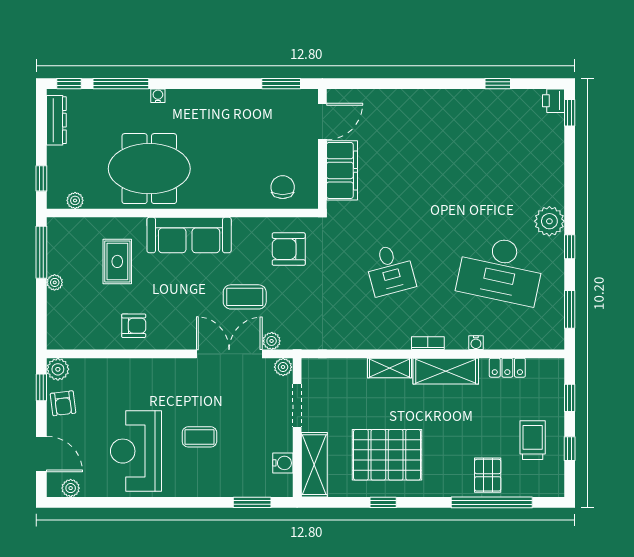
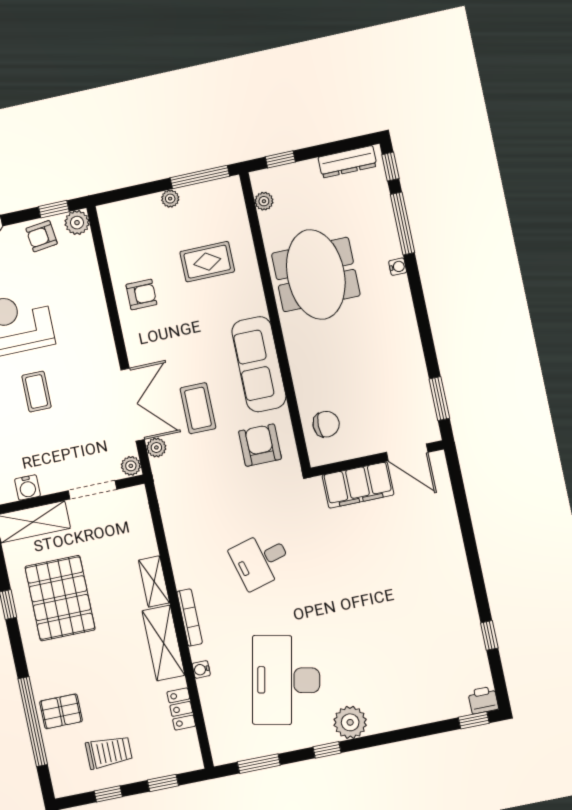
sofa: (189, 235) -> (259, 364), moved
armchair: (134, 326) -> (141, 294), turned -90
bookcase: (428, 343) -> (190, 617), width x1.56

